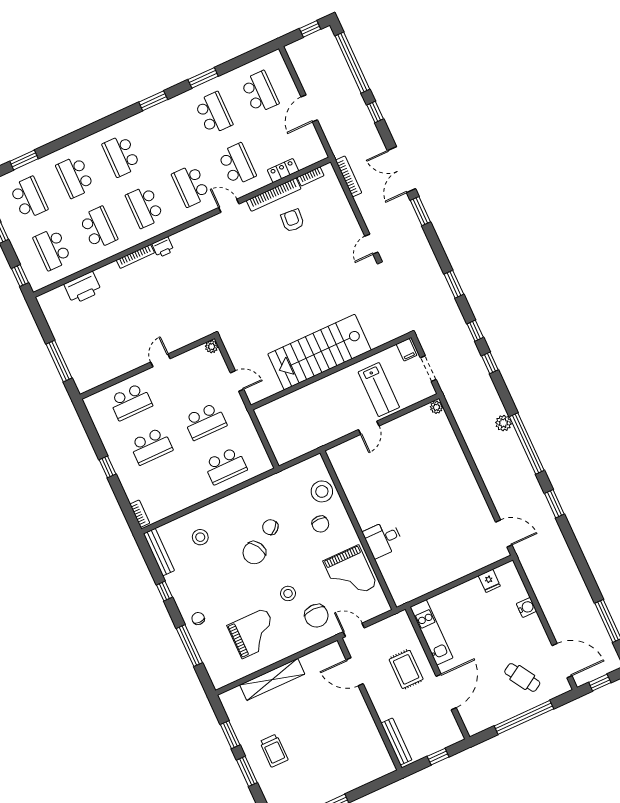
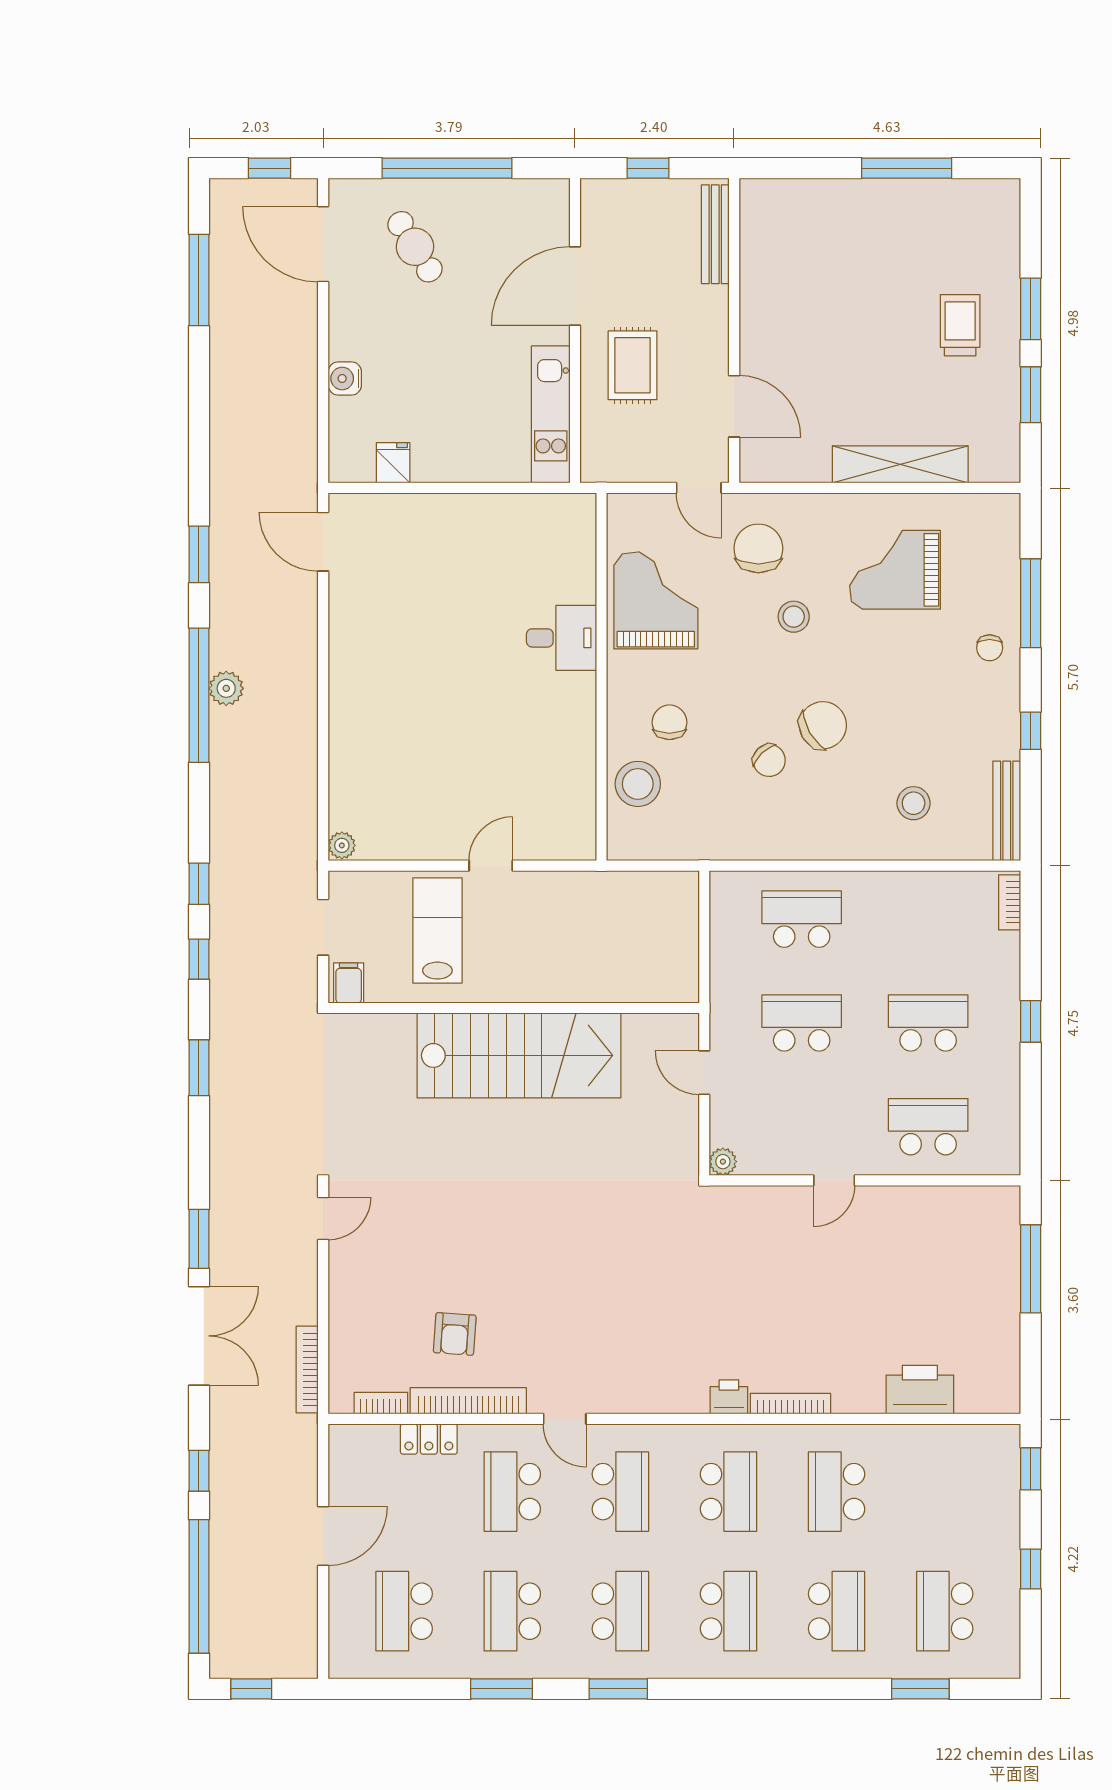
school desk: (52, 249) -> (620, 1611), moved
plant: (503, 423) -> (226, 688), moved

